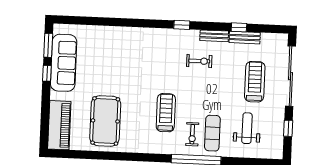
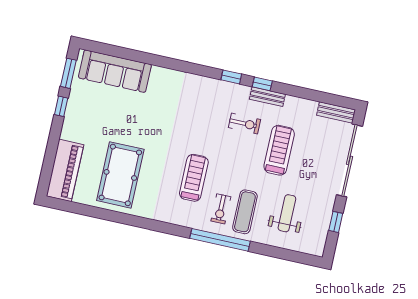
window: (239, 27) -> (262, 84), moved
bench: (245, 38) -> (336, 112), moved
sofa: (64, 63) -> (115, 71), moved, turned 90
treadmill: (255, 82) -> (279, 150), moved

